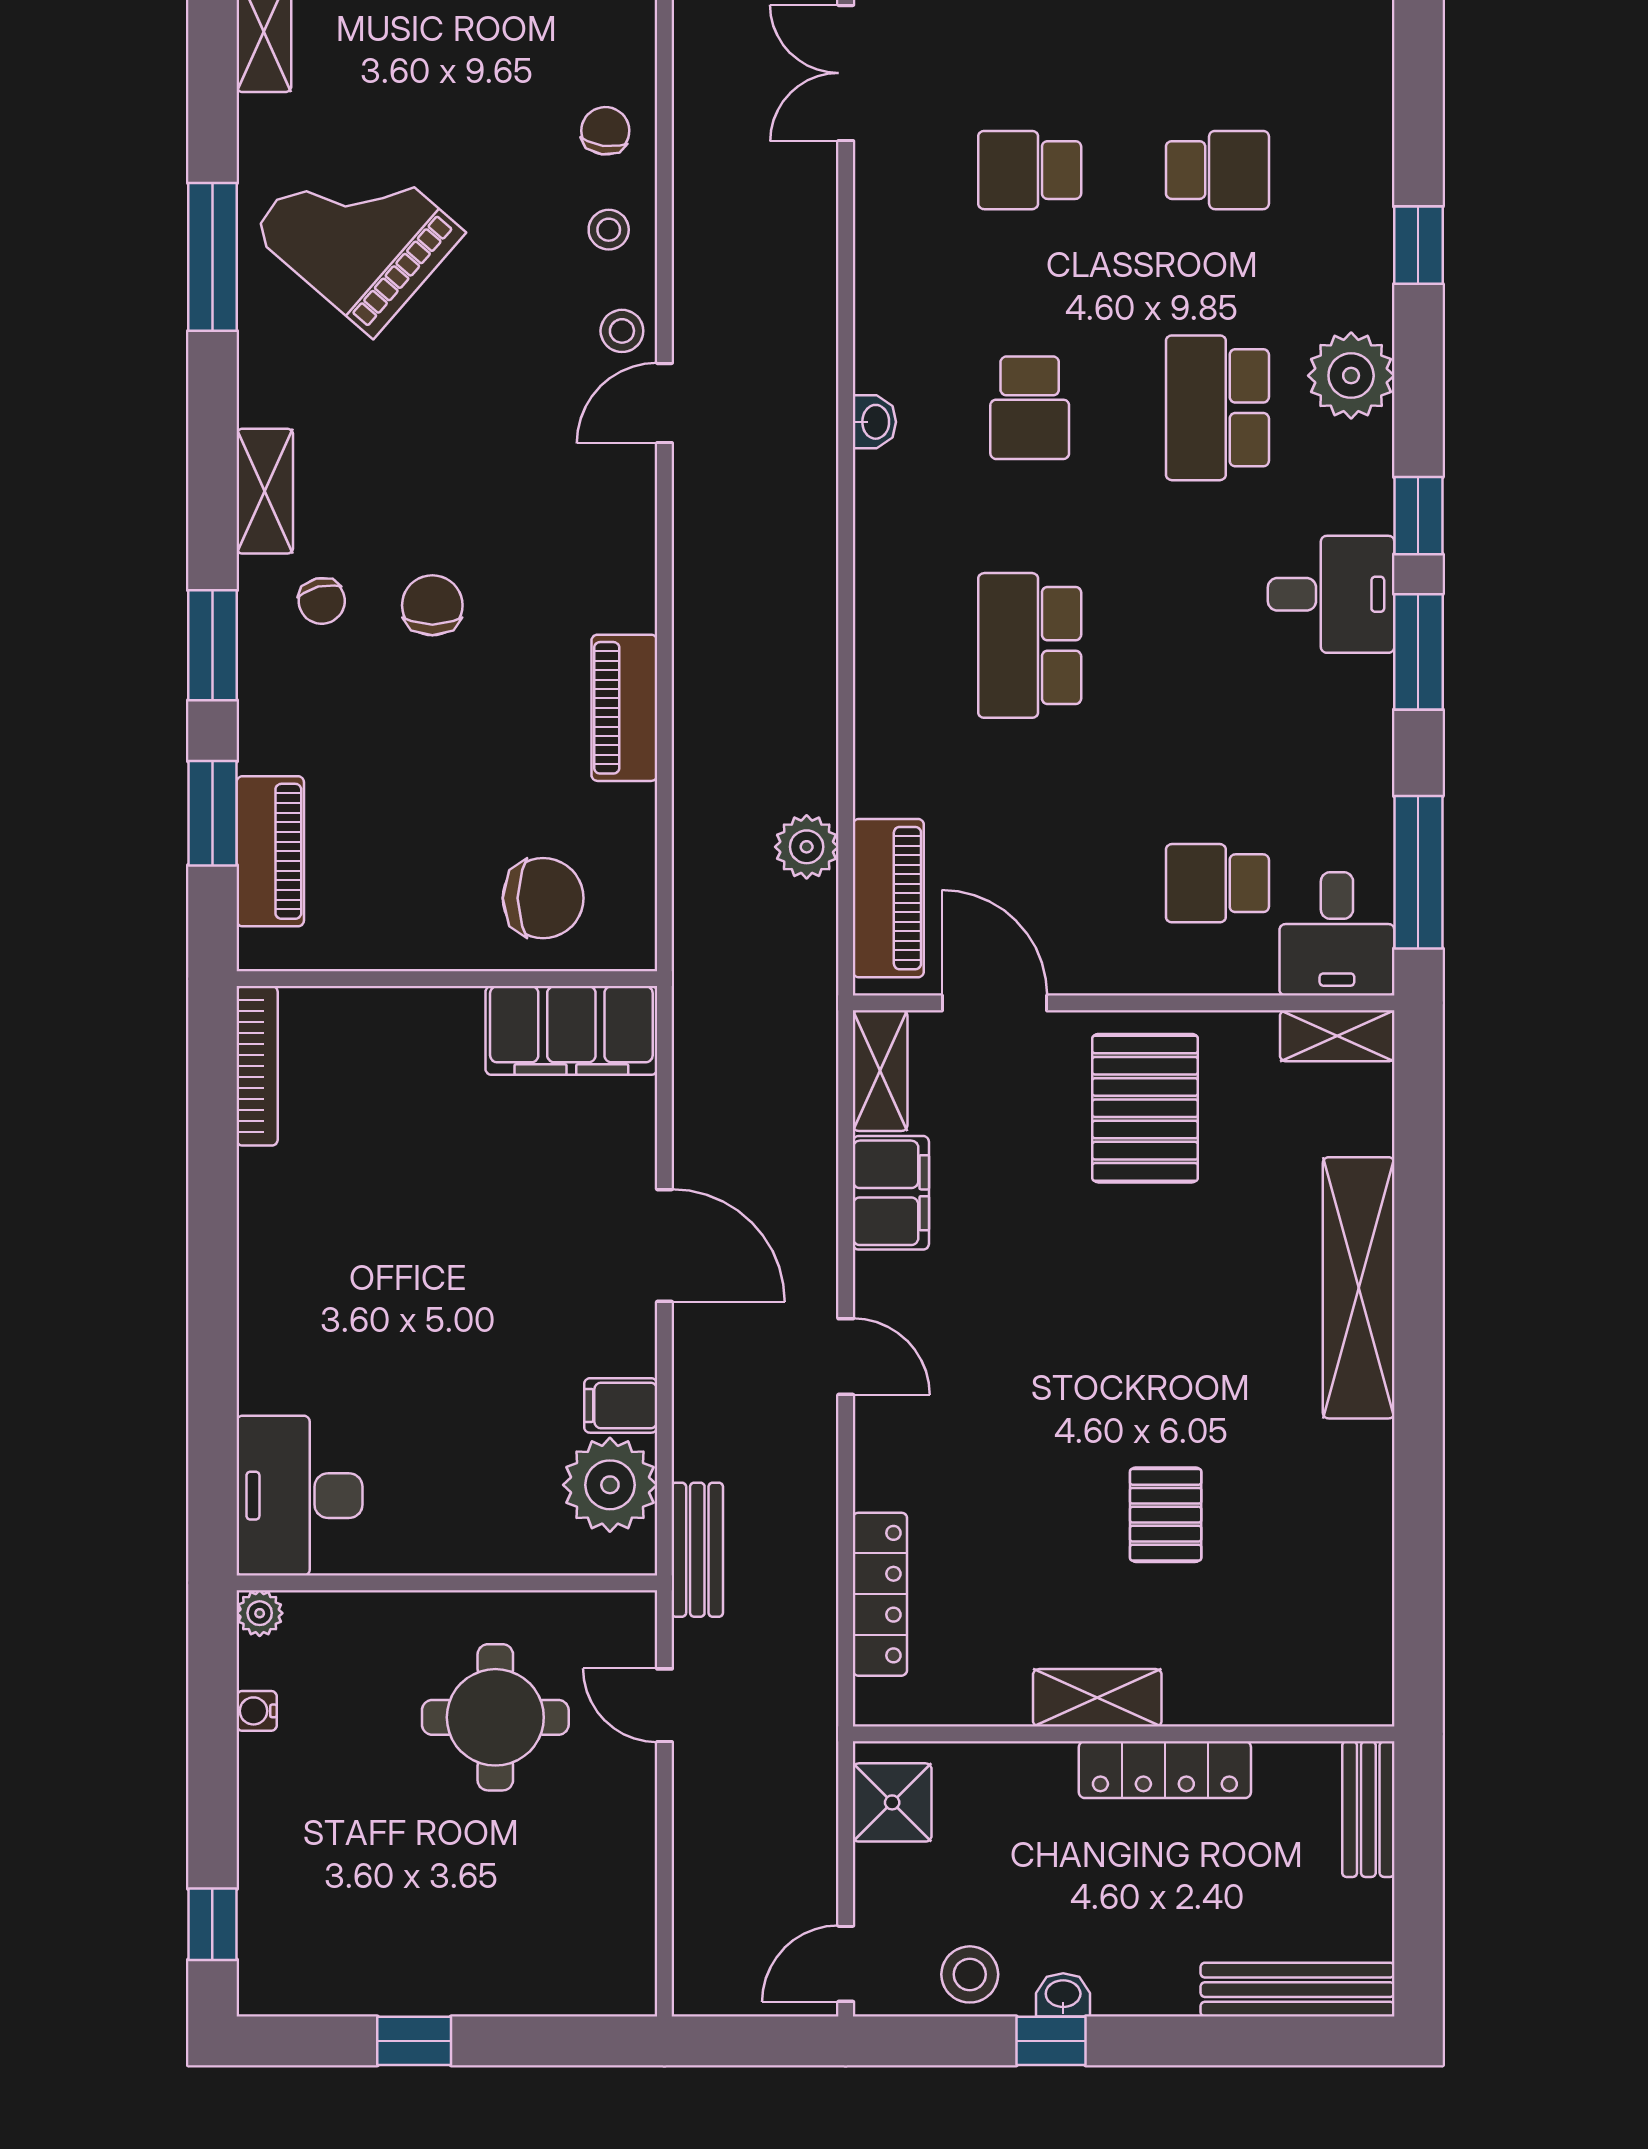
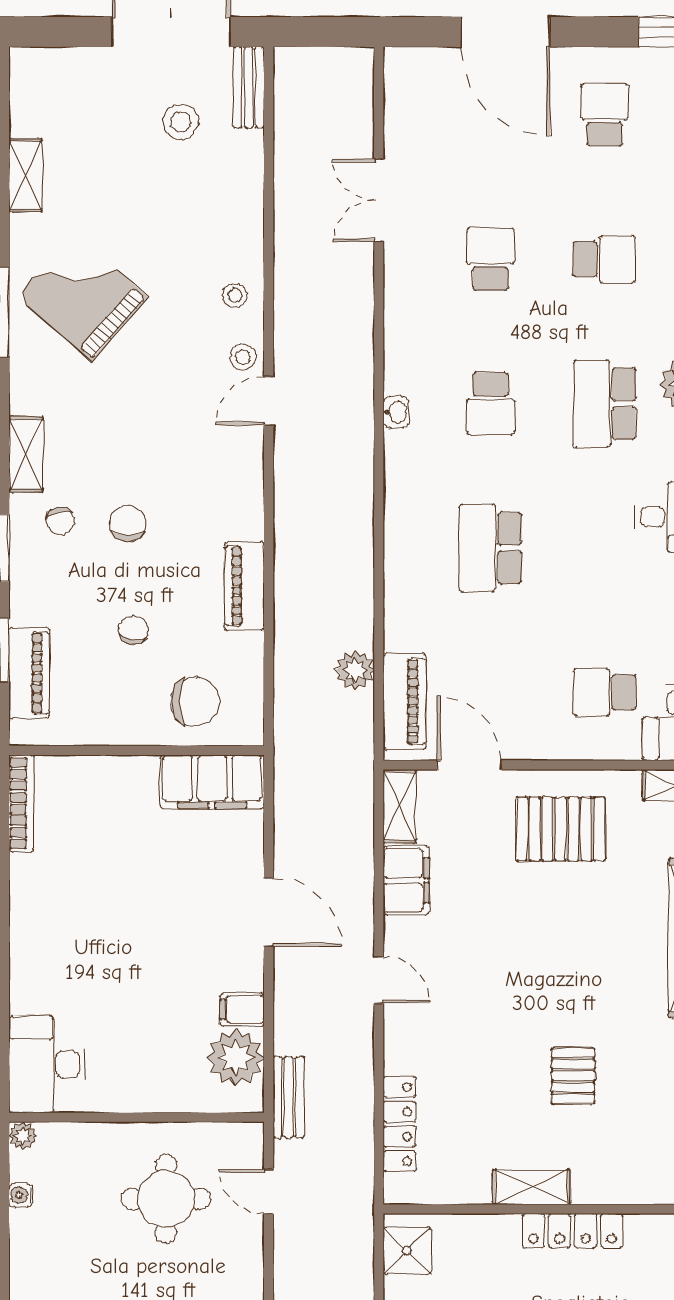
chair: (605, 131) -> (133, 630), moved
school desk: (1030, 170) -> (490, 259), turned 90
pallet: (1145, 1108) -> (561, 829), turned 90

